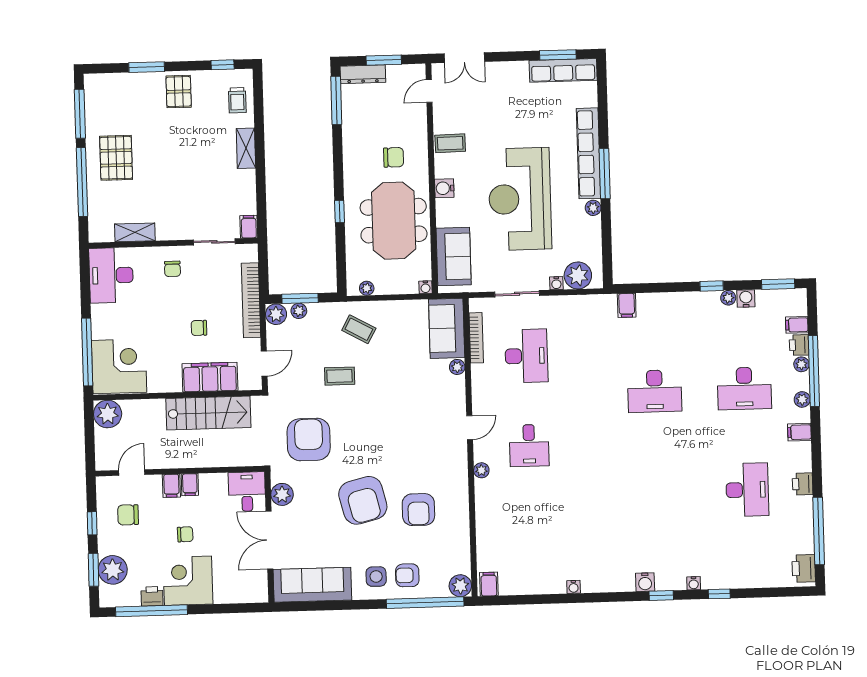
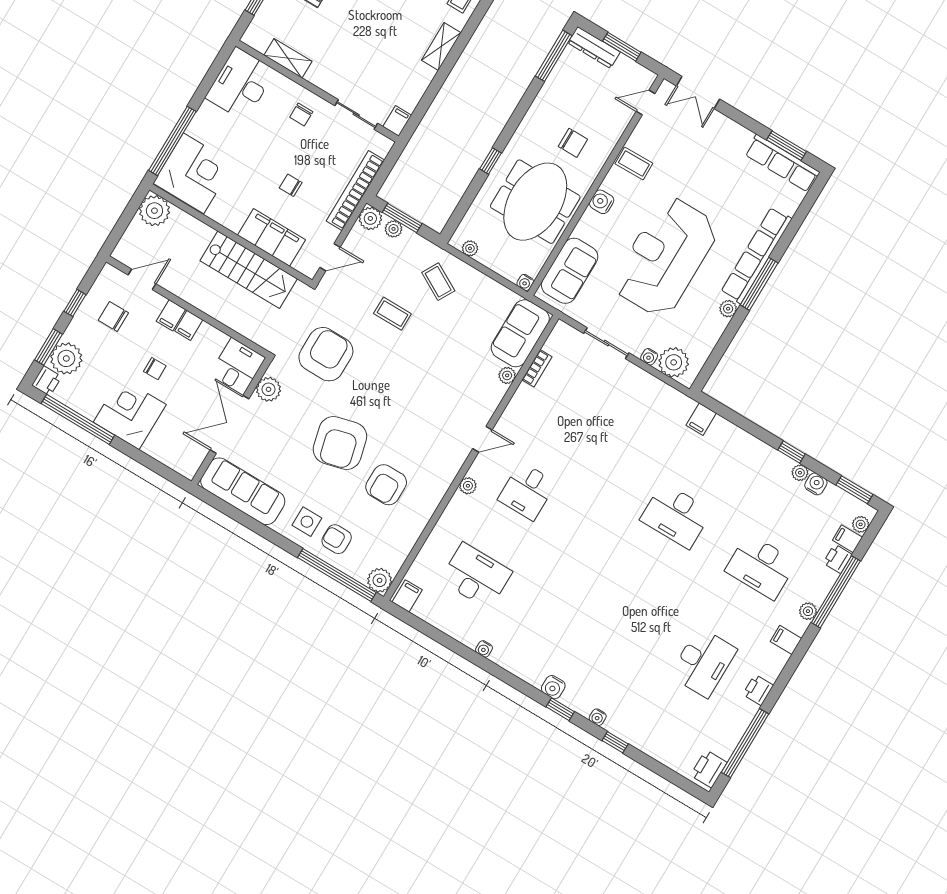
bookcase: (476, 338) -> (537, 368), width x0.64
desk: (526, 356) -> (476, 576), moved, turned -90
plant: (801, 364) -> (861, 524), moved
printer: (152, 596) -> (47, 381), moved, turned 90

